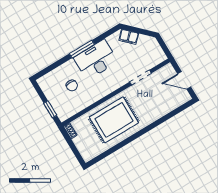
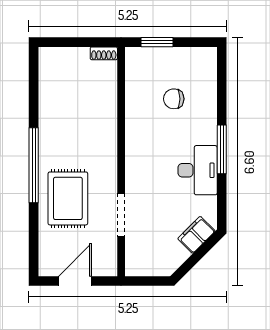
desk: (96, 60) -> (198, 170), width x0.73, depth x0.77
rug: (114, 120) -> (68, 198), moved, width x0.73, depth x0.69
window: (142, 132) -> (34, 165), added

